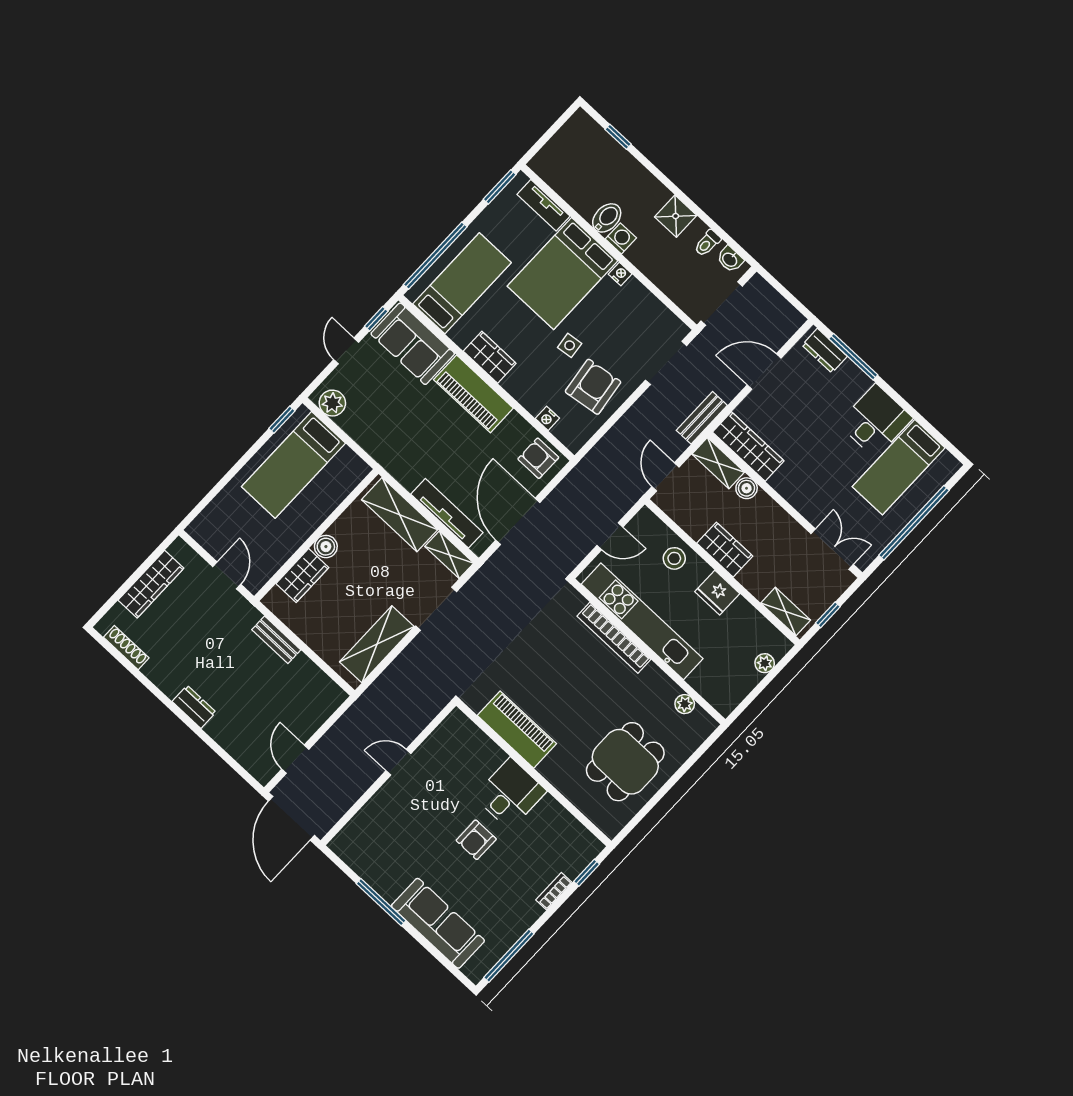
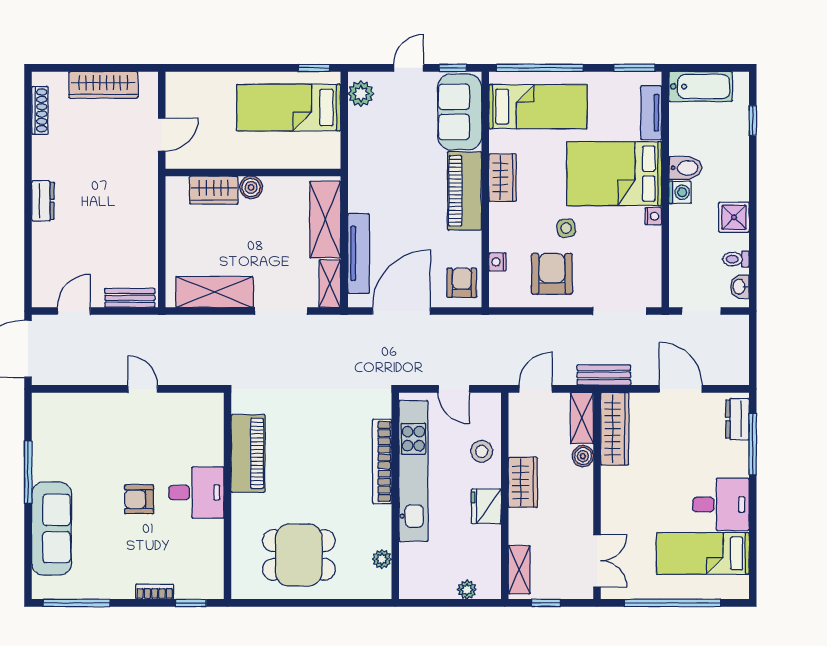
bathtub: (558, 152) -> (701, 86), added
doorway: (722, 304) -> (701, 311), width x0.73
armchair: (593, 387) -> (552, 274), turned -82
bench: (276, 640) -> (130, 298), moved, turned 90

